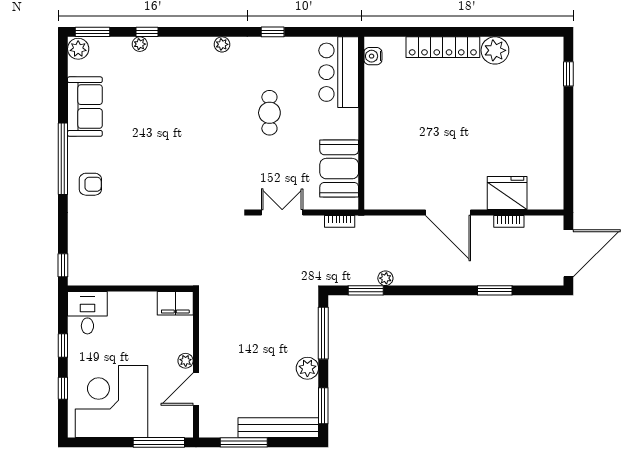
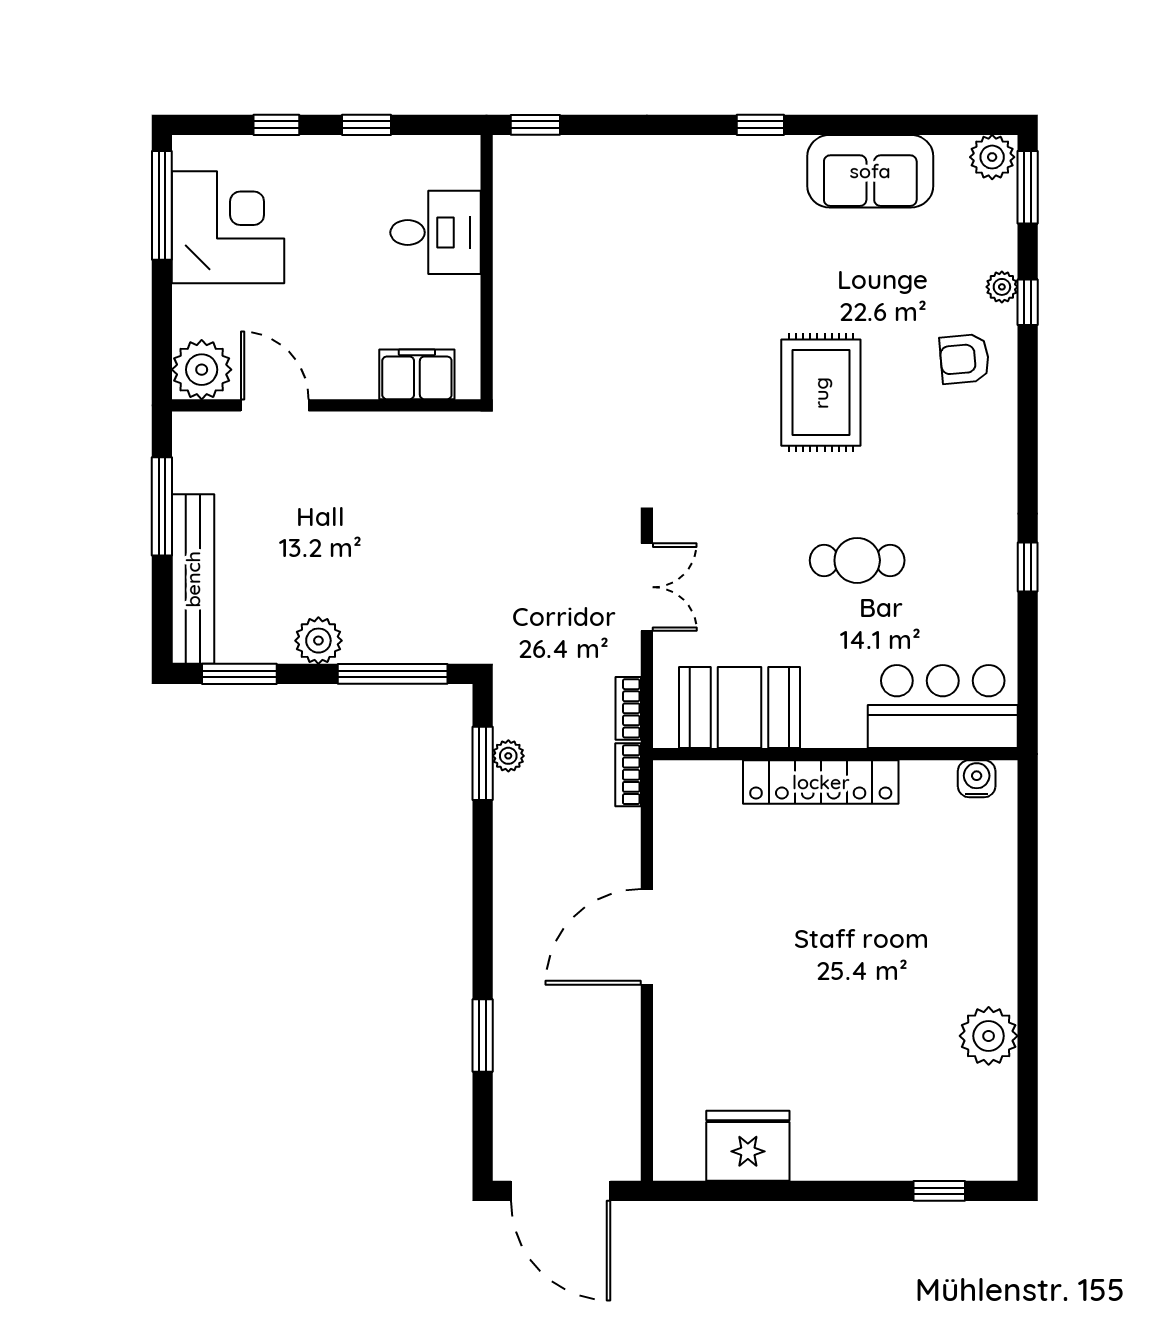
plant: (222, 44) -> (1001, 460), removed
locker: (443, 47) -> (821, 782), moved, turned -90
rug: (190, 130) -> (821, 393), added
window: (63, 159) -> (760, 125), width x0.32
armchair: (90, 184) -> (964, 359), moved, turned 85
fridge: (507, 193) -> (748, 1146), moved, turned -90
bookcase: (509, 221) -> (628, 775), moved
plant: (385, 278) -> (508, 756), moved
filing cabinet: (175, 303) -> (417, 374), moved, turned 90
desk: (87, 313) -> (435, 232), moved
plant: (186, 361) -> (202, 370), moved, width x1.87, depth x1.87
corner desk: (111, 402) -> (228, 227), width x0.74, depth x0.74
window: (159, 442) -> (162, 205), moved

